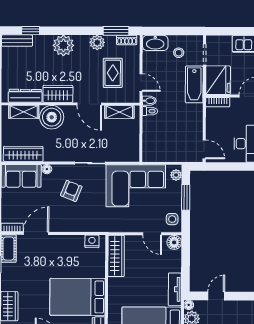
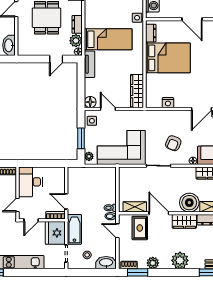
rug: (113, 73) -> (140, 228), moved
door: (204, 149) -> (66, 201), moved
nightstand: (92, 241) -> (168, 103), moved

